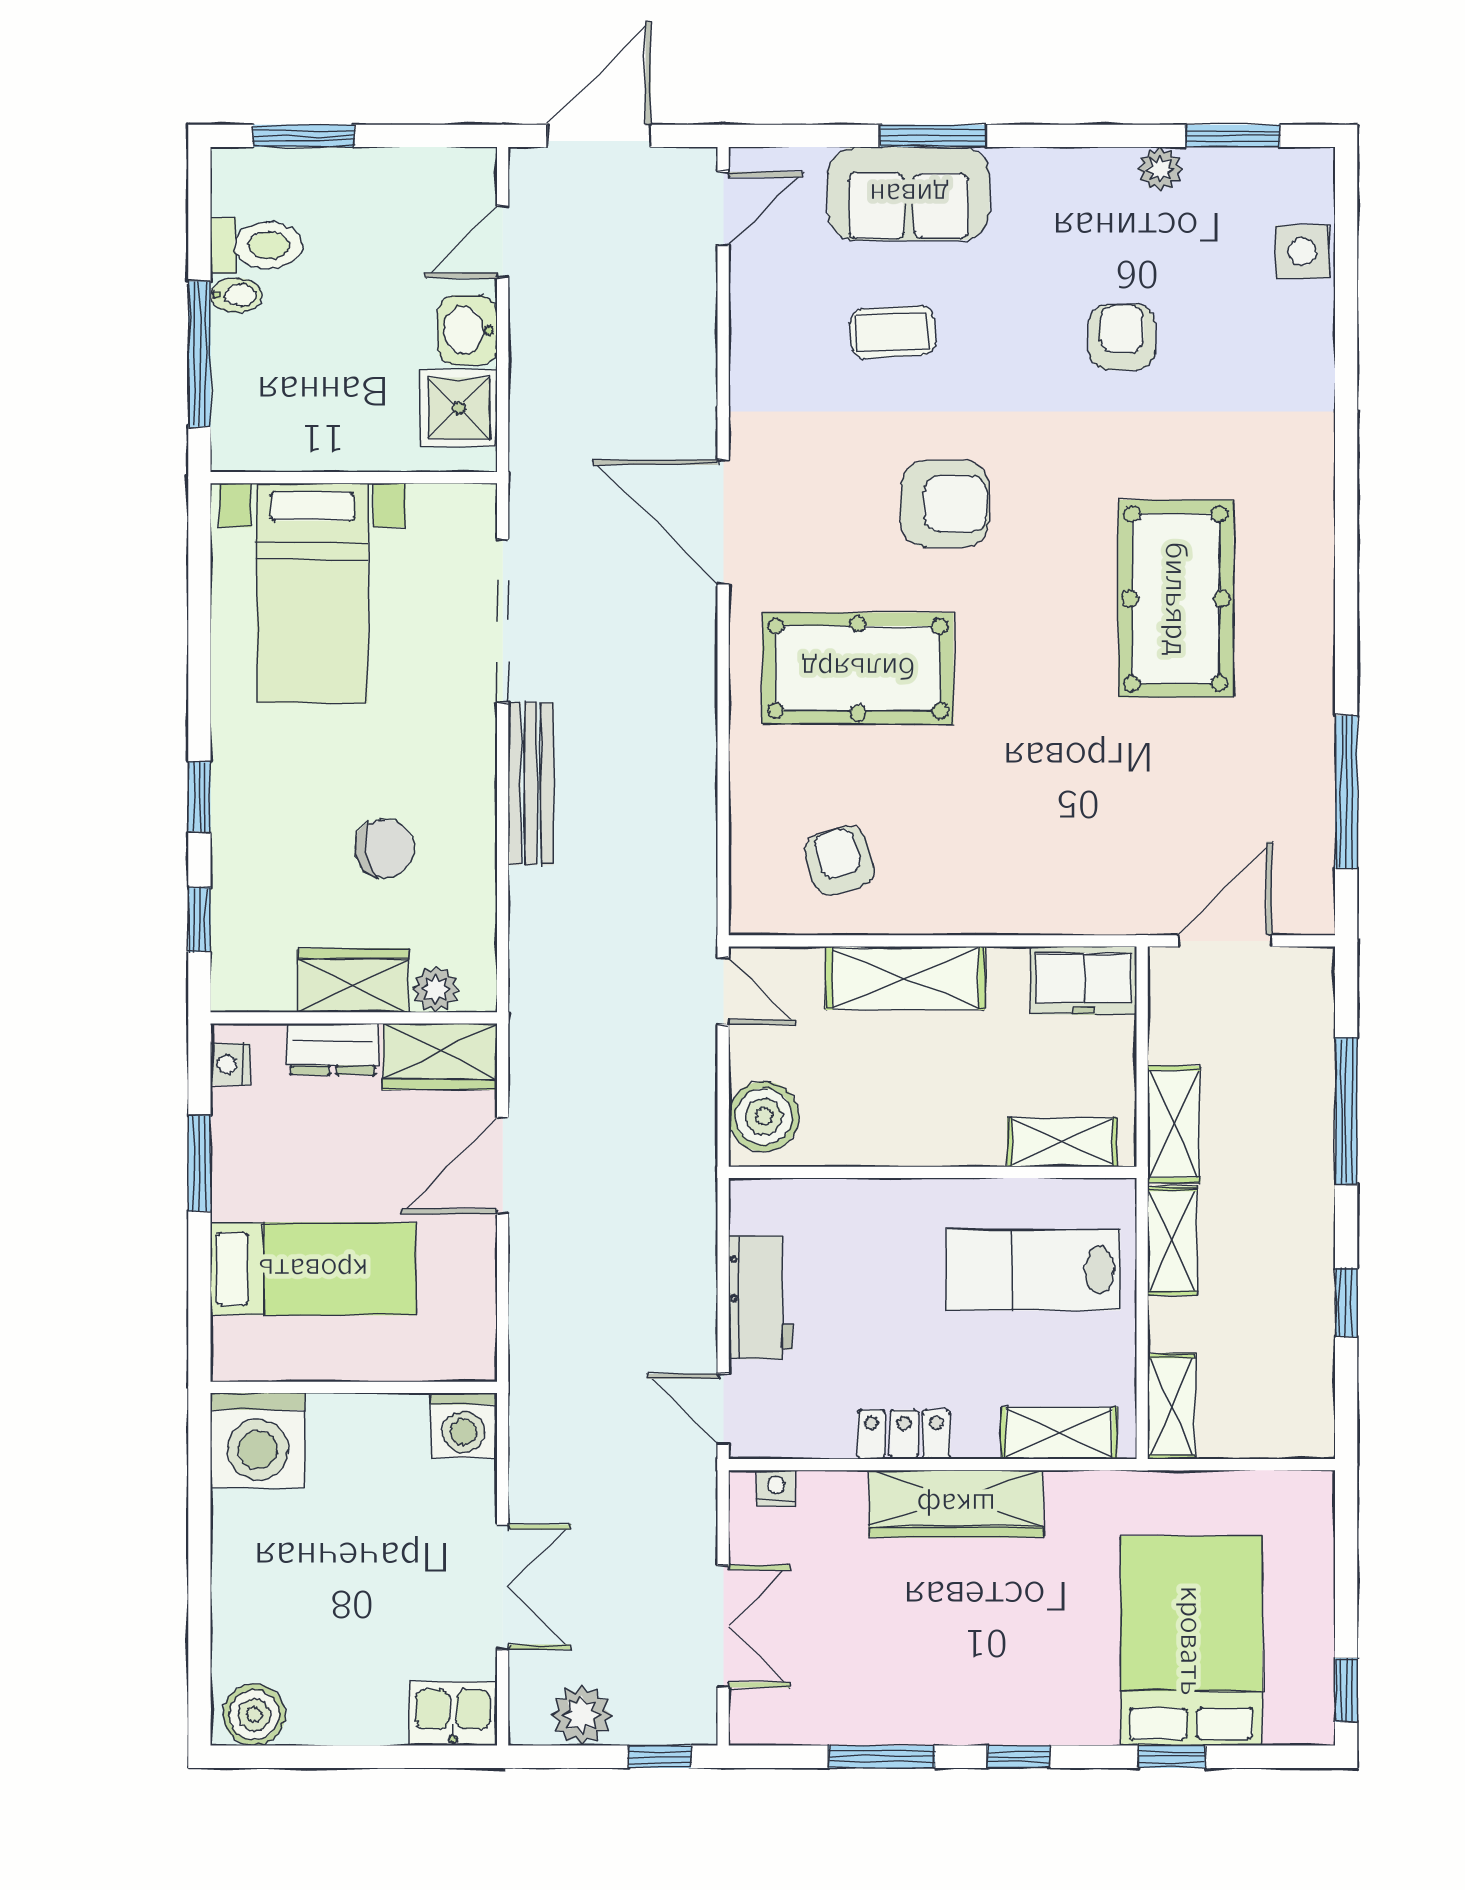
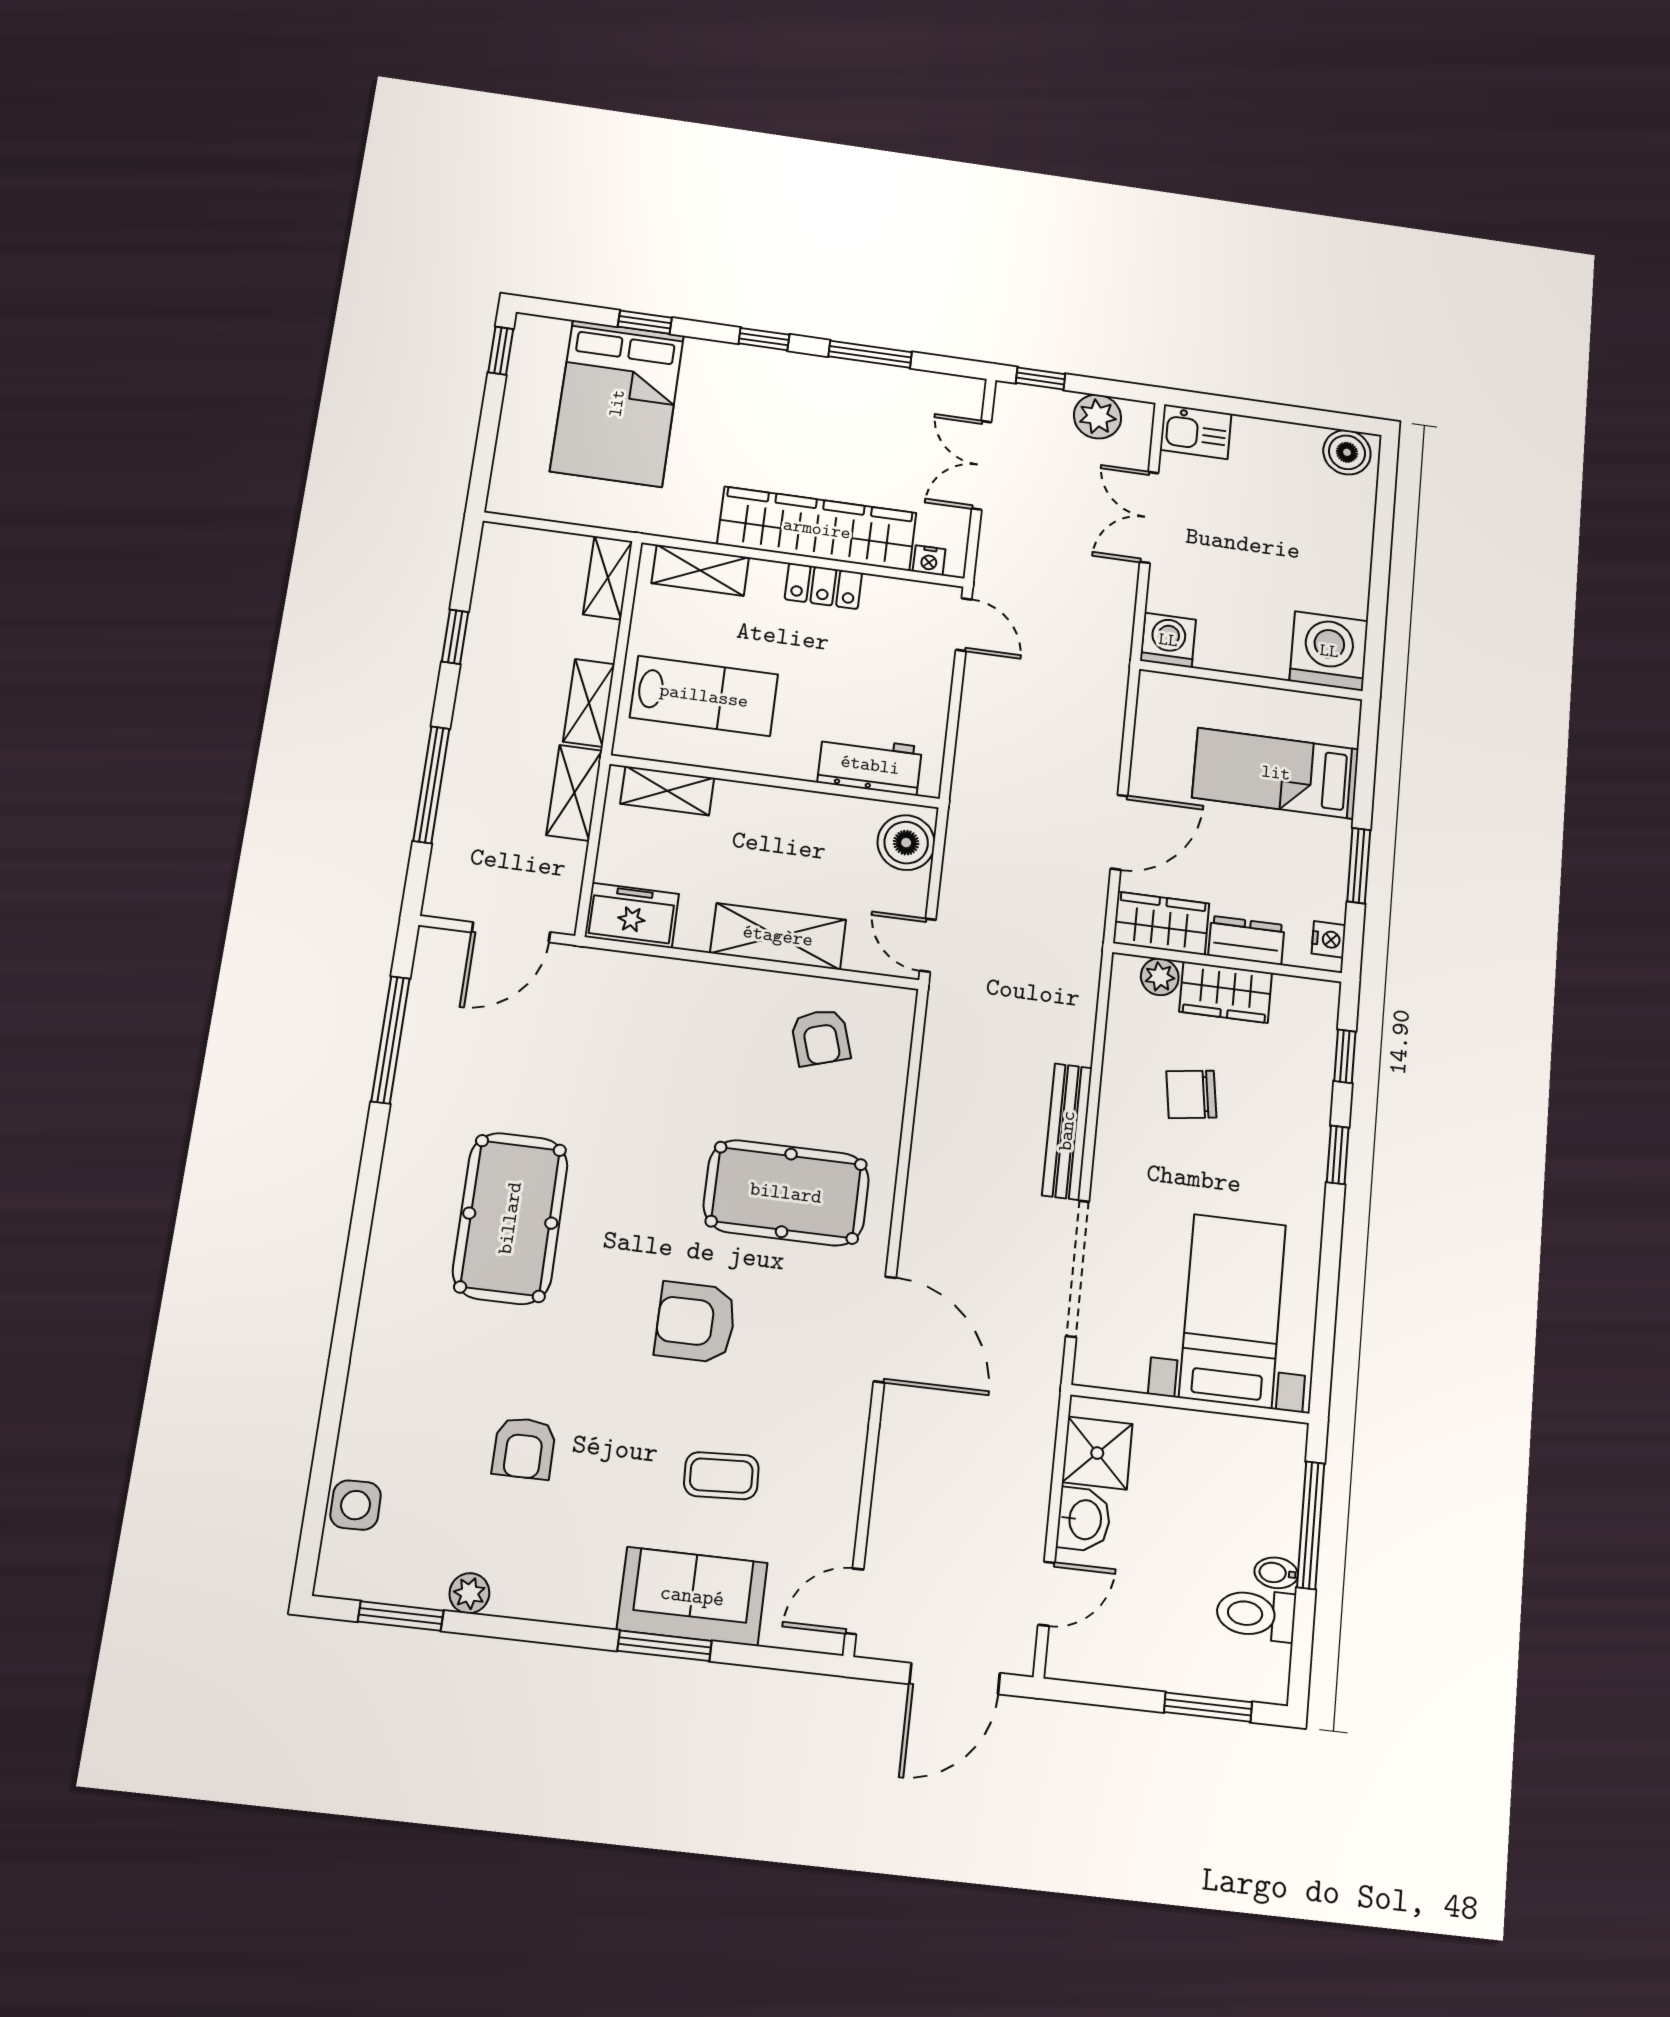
workbench: (761, 1297) -> (870, 765), moved, turned 90
wardrobe: (956, 1504) -> (817, 529), width x1.40, depth x1.17

